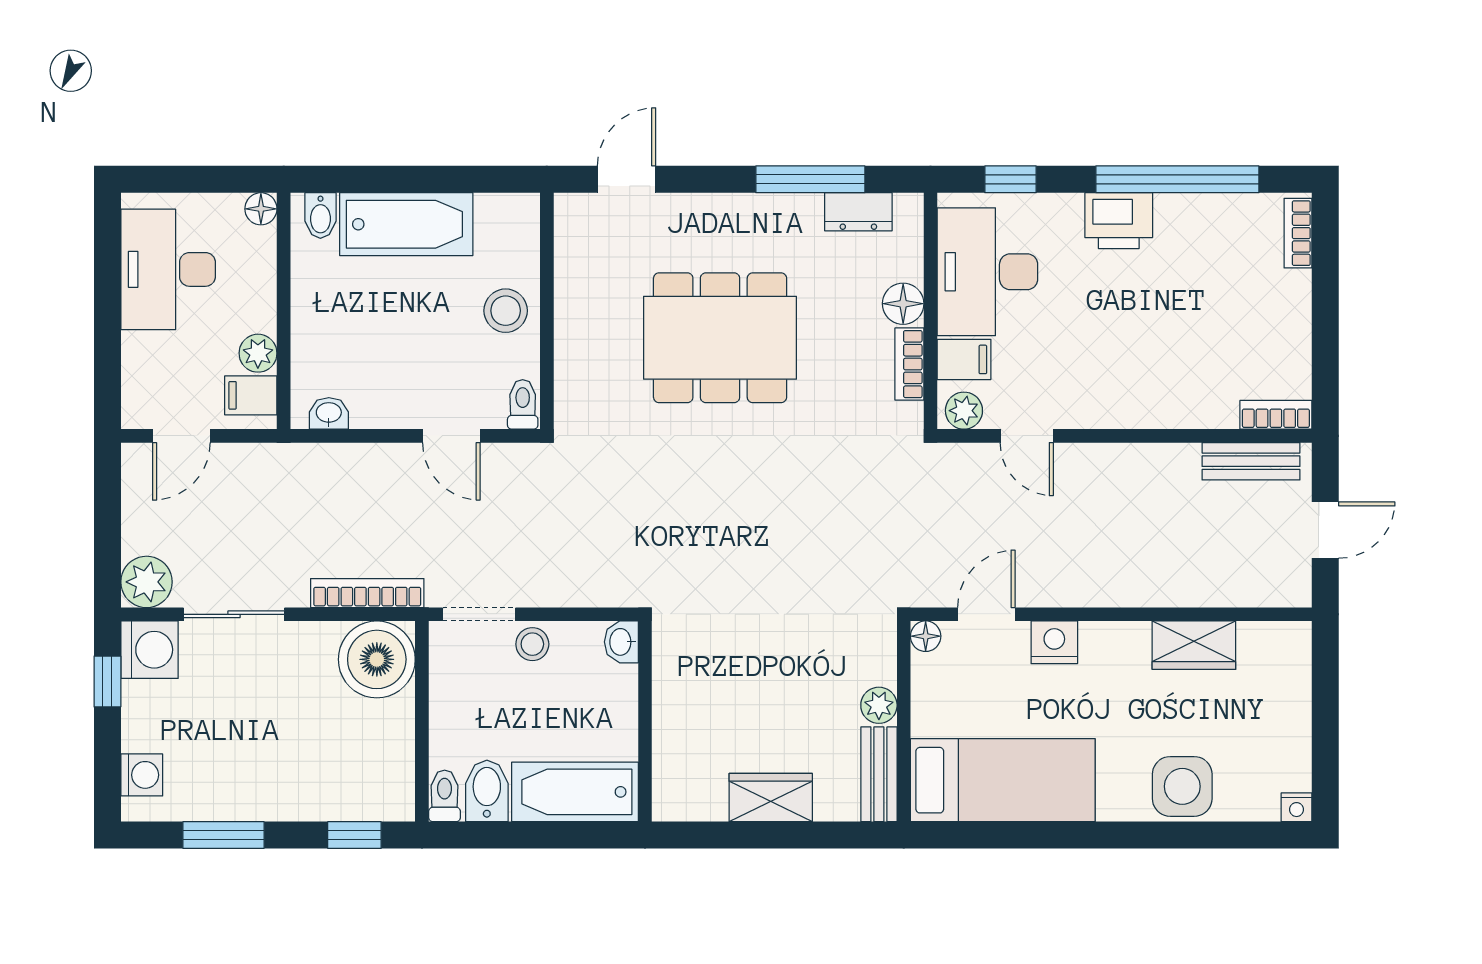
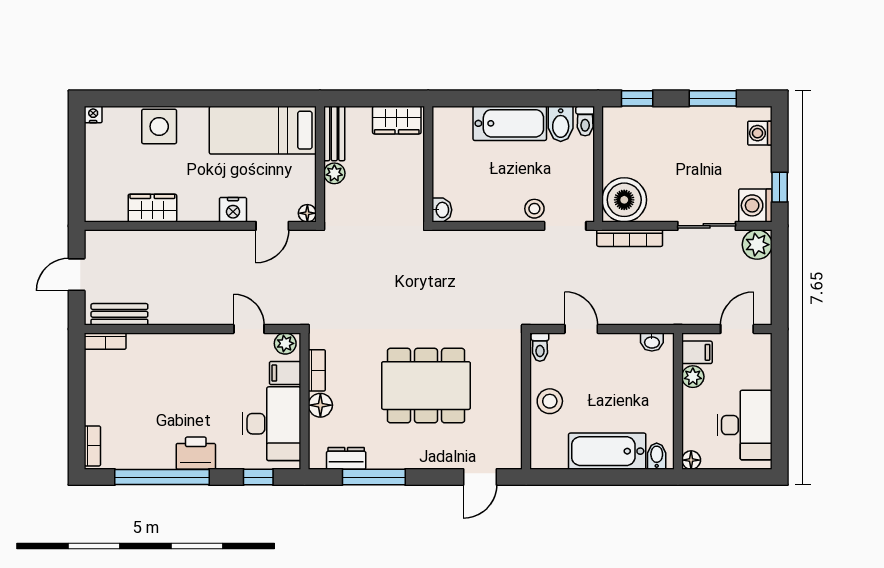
washbasin: (621, 642) -> (442, 210), moved
wall: (645, 721) -> (428, 164), moved

